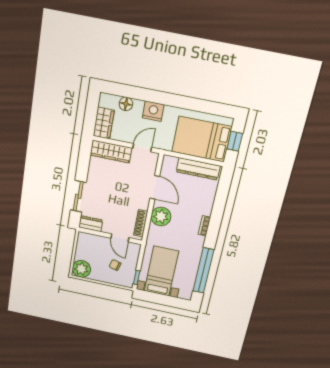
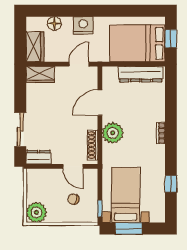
wardrobe: (111, 152) -> (40, 74), width x0.67
door: (155, 187) -> (100, 103), swing flipped
window: (203, 270) -> (171, 184), width x0.32
window: (158, 299) -> (129, 229), added

